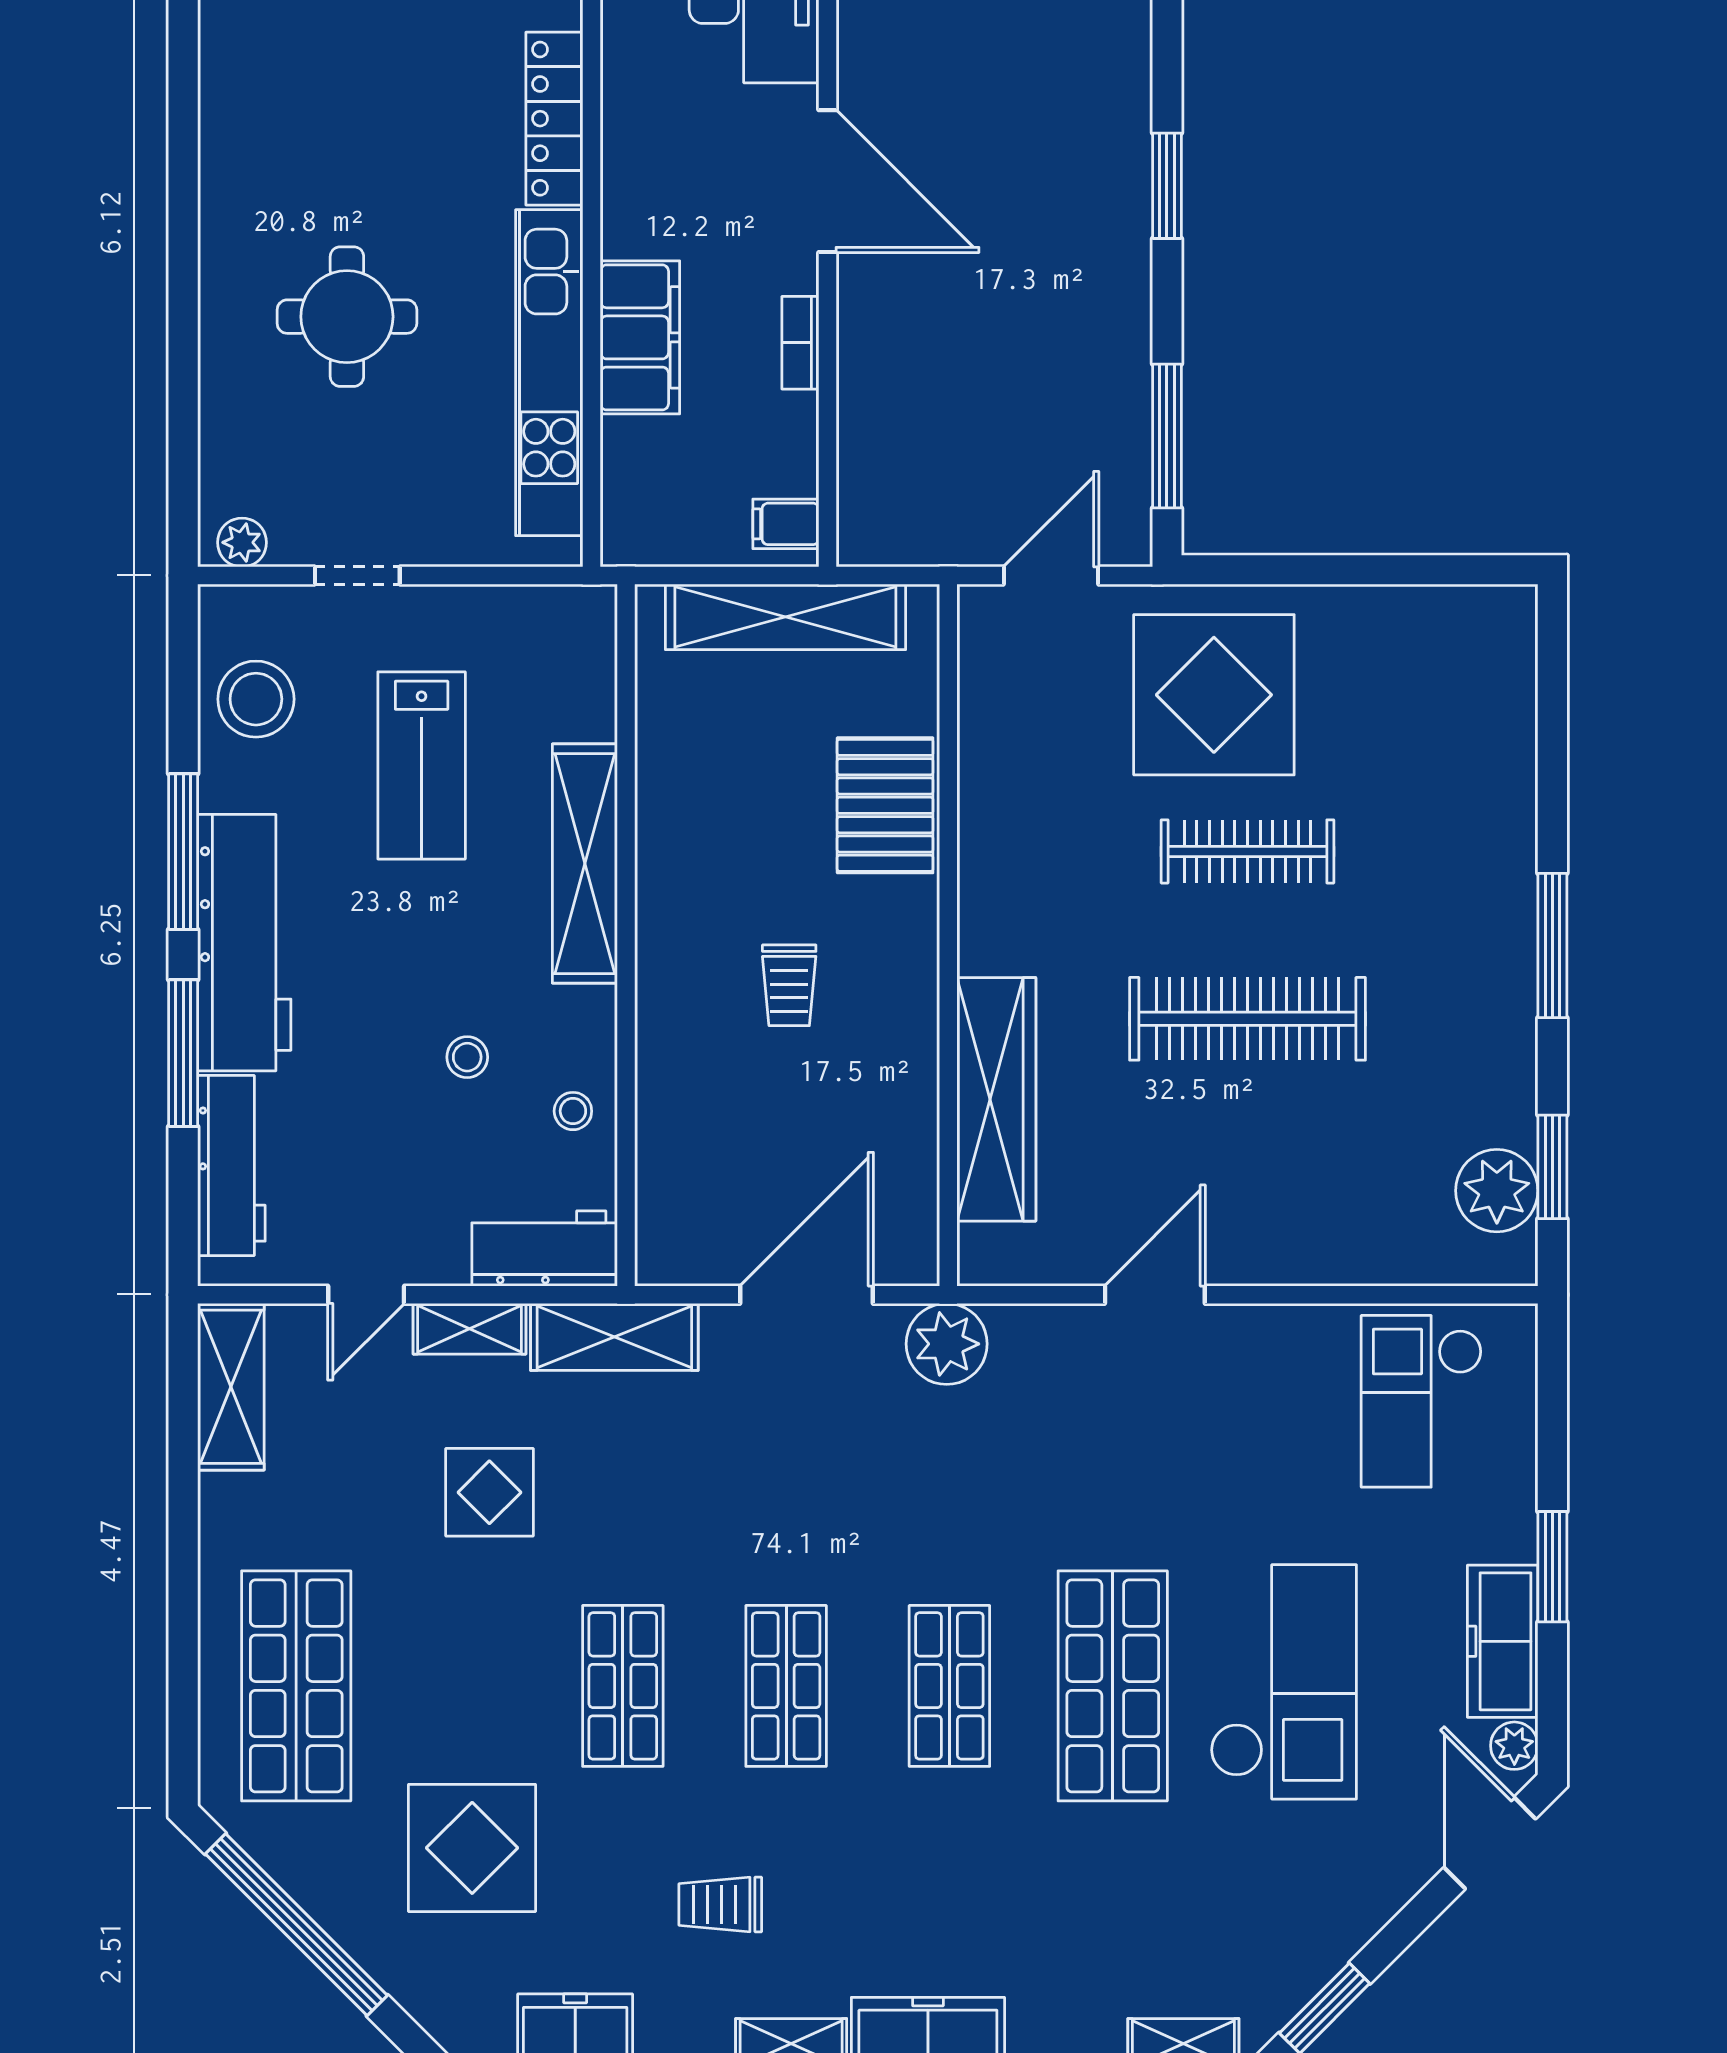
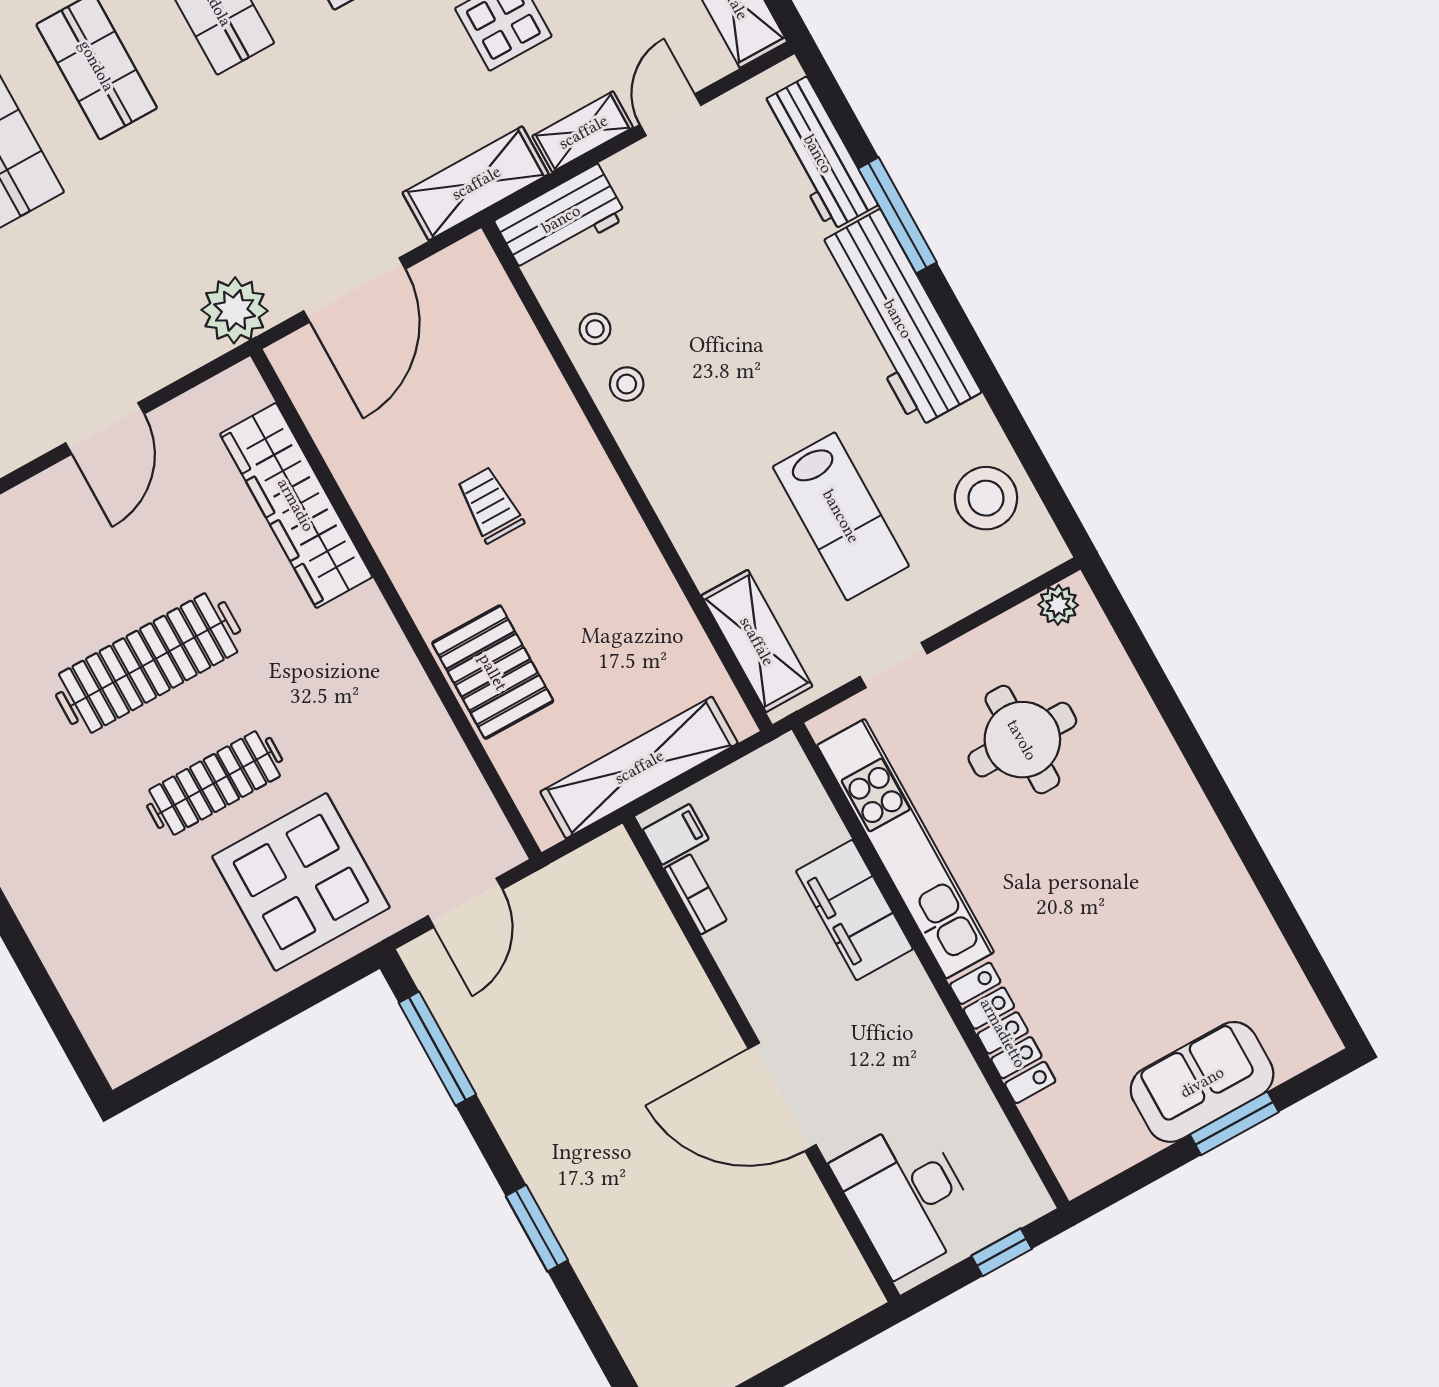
round table: (347, 317) -> (1022, 740), moved
bookcase: (800, 343) -> (695, 894), moved
doorway: (357, 576) -> (894, 665), moved
lab bench: (422, 765) -> (841, 516), turned 180
window: (183, 852) -> (978, 360), removed
shelving: (585, 864) -> (757, 641), moved, width x0.68
stool: (467, 1057) -> (627, 384), moved

